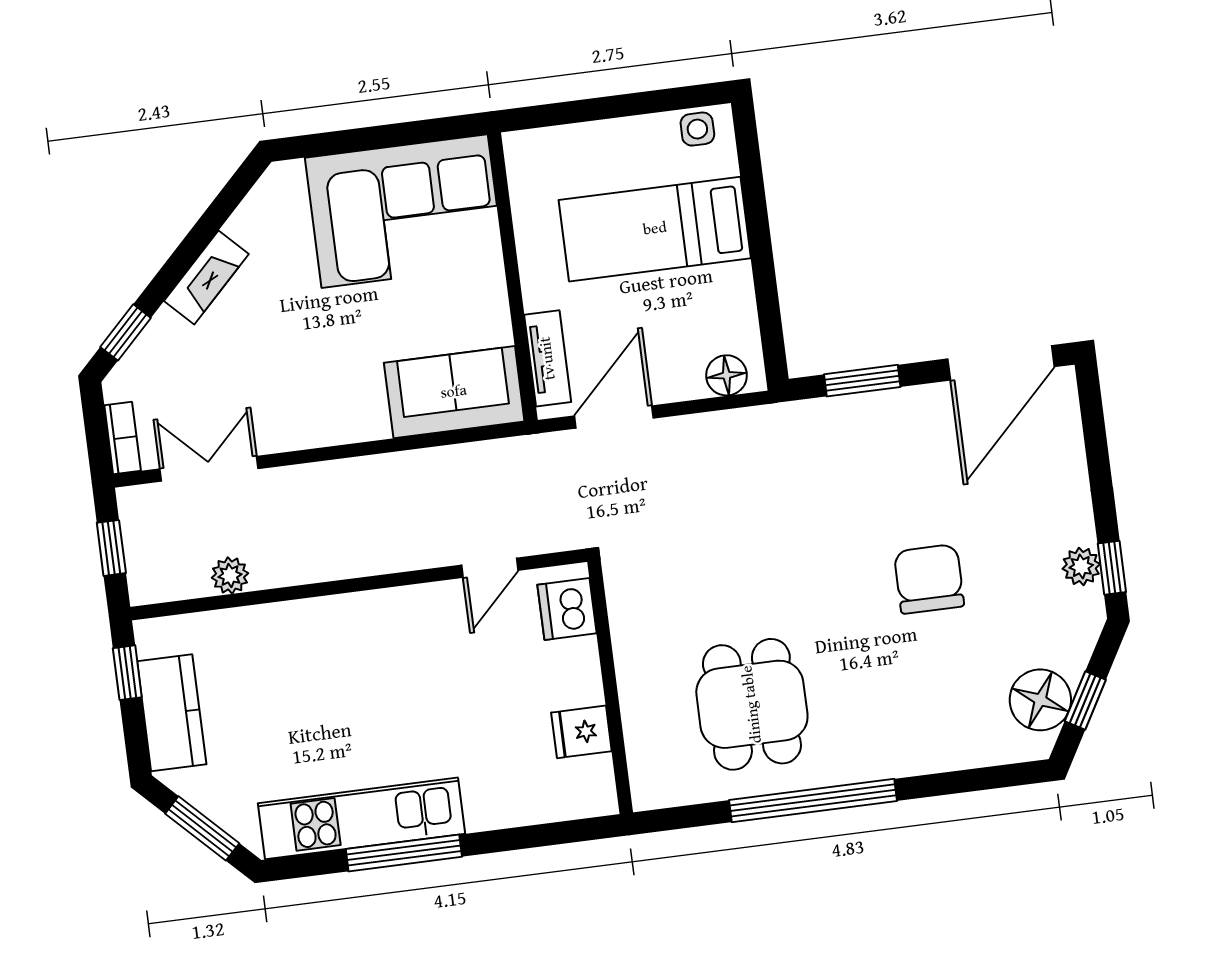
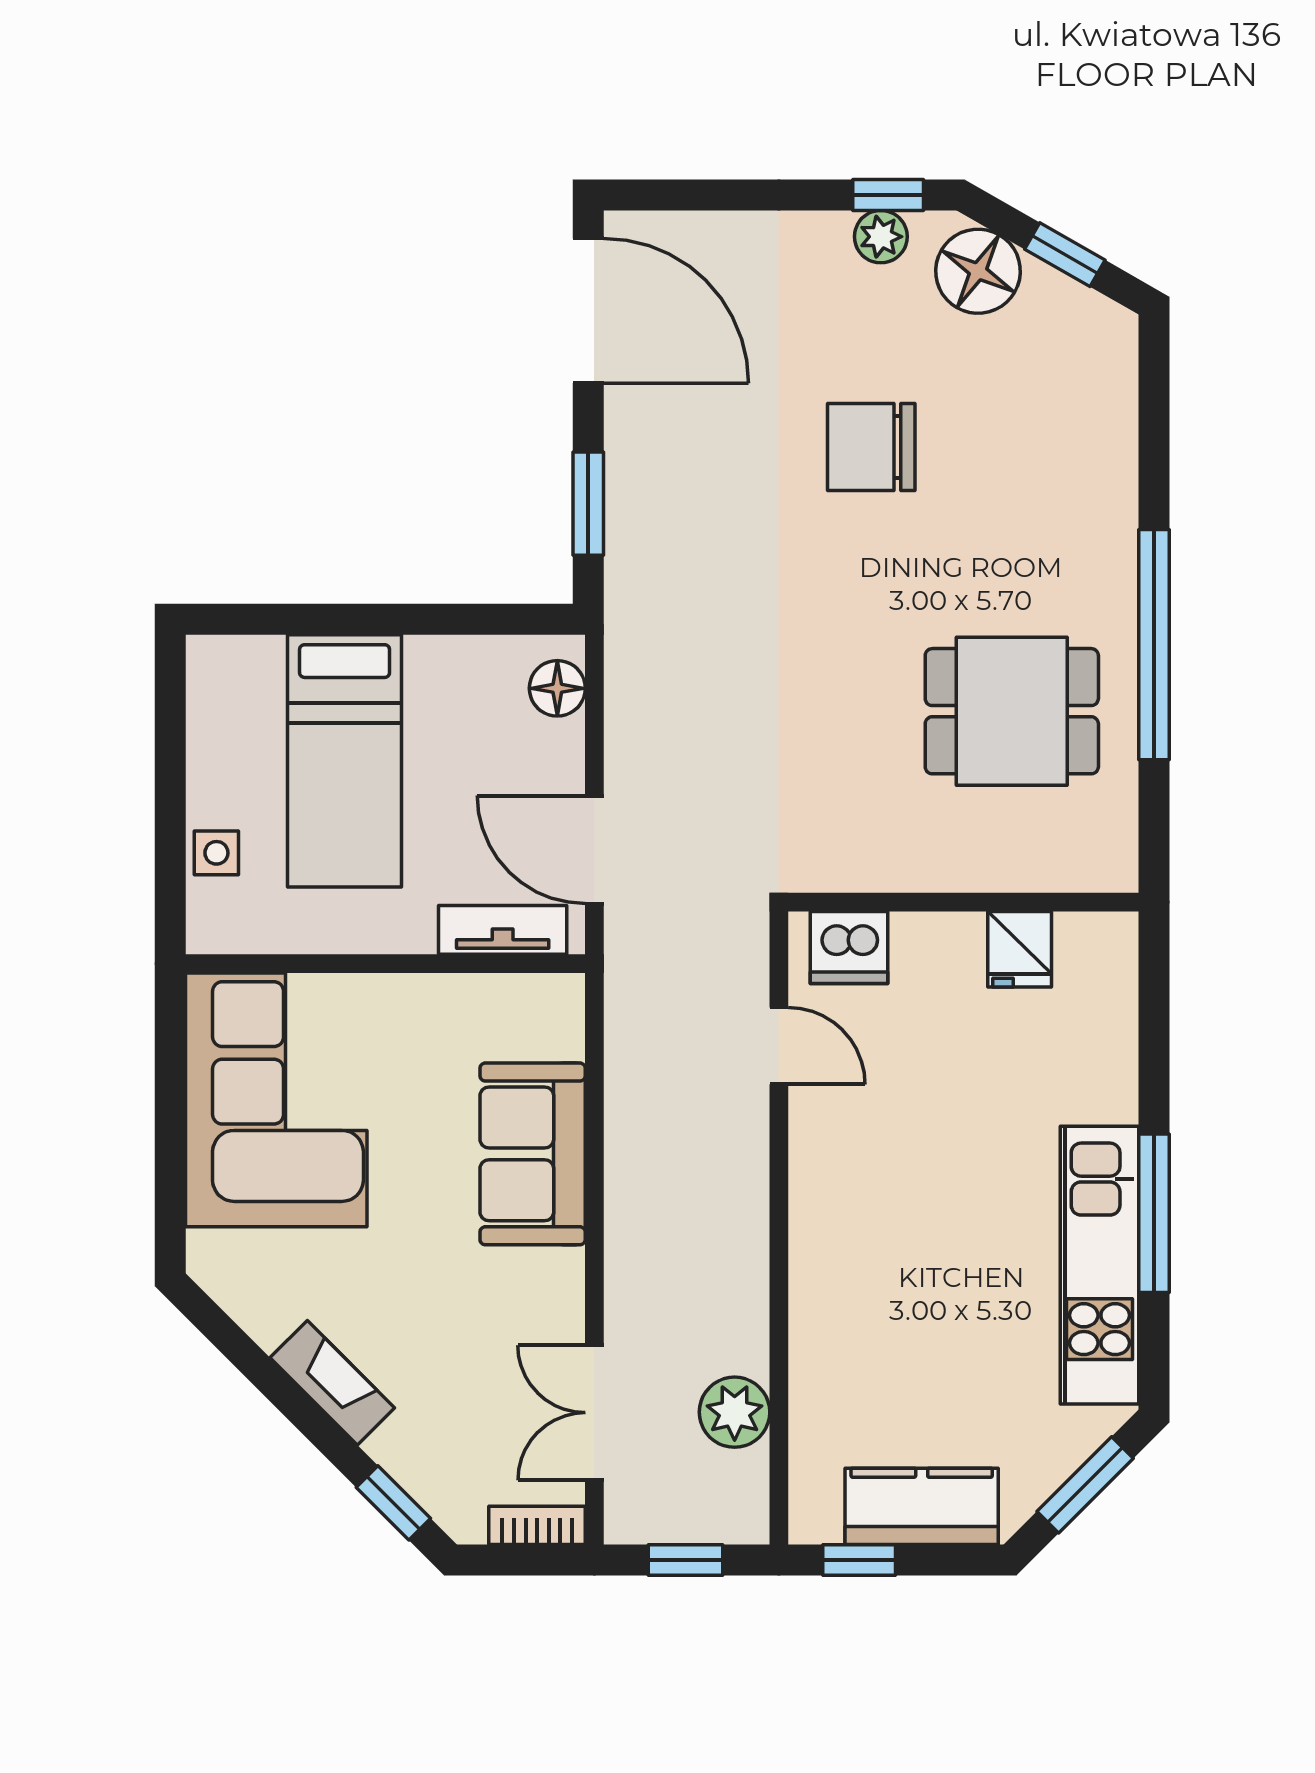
side table: (697, 129) -> (216, 853), moved
sofa: (454, 392) -> (533, 1154), moved
plant: (230, 576) -> (735, 1412), width x1.38, depth x1.38
floor lamp: (1040, 700) -> (978, 271), moved

